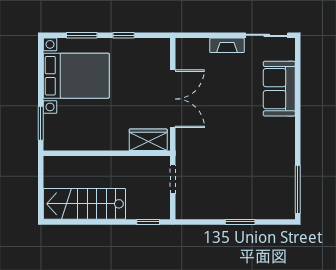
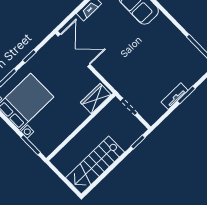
double door: (173, 99) -> (74, 50), moved
tv unit: (227, 212) -> (175, 96), added

